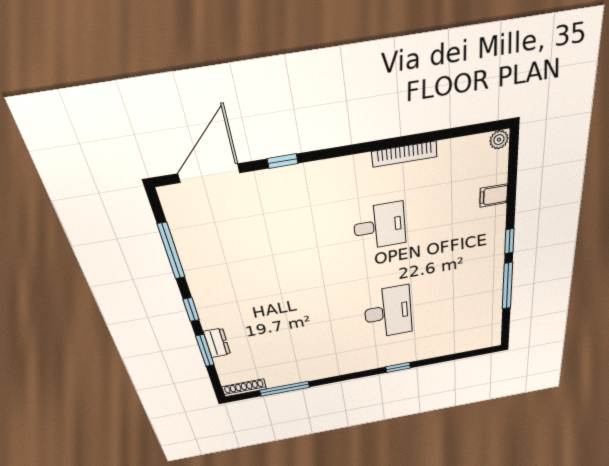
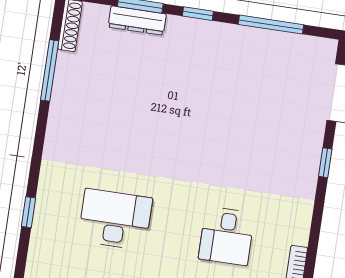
desk: (388, 312) -> (115, 219), turned 180
dresser: (217, 343) -> (137, 21), width x1.44

